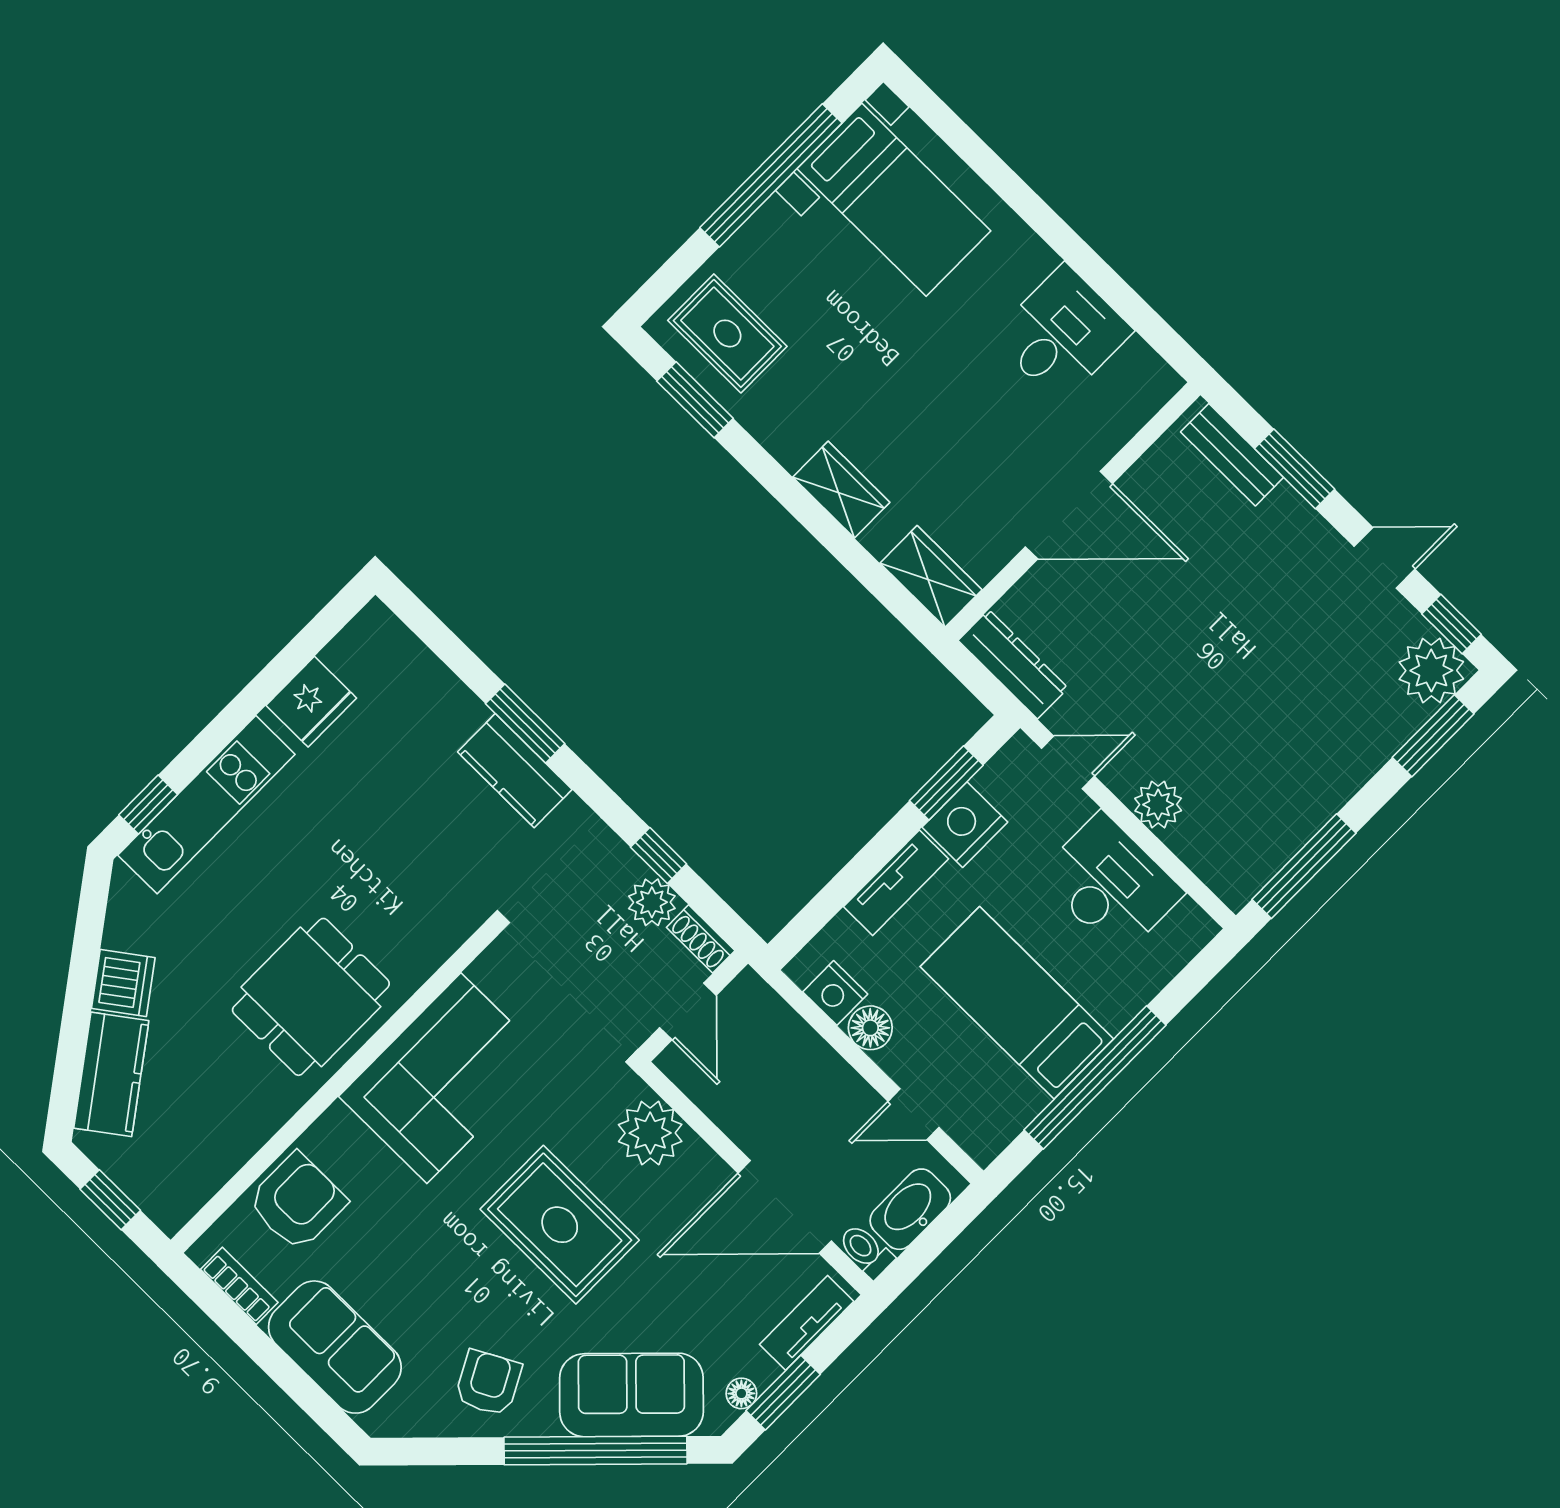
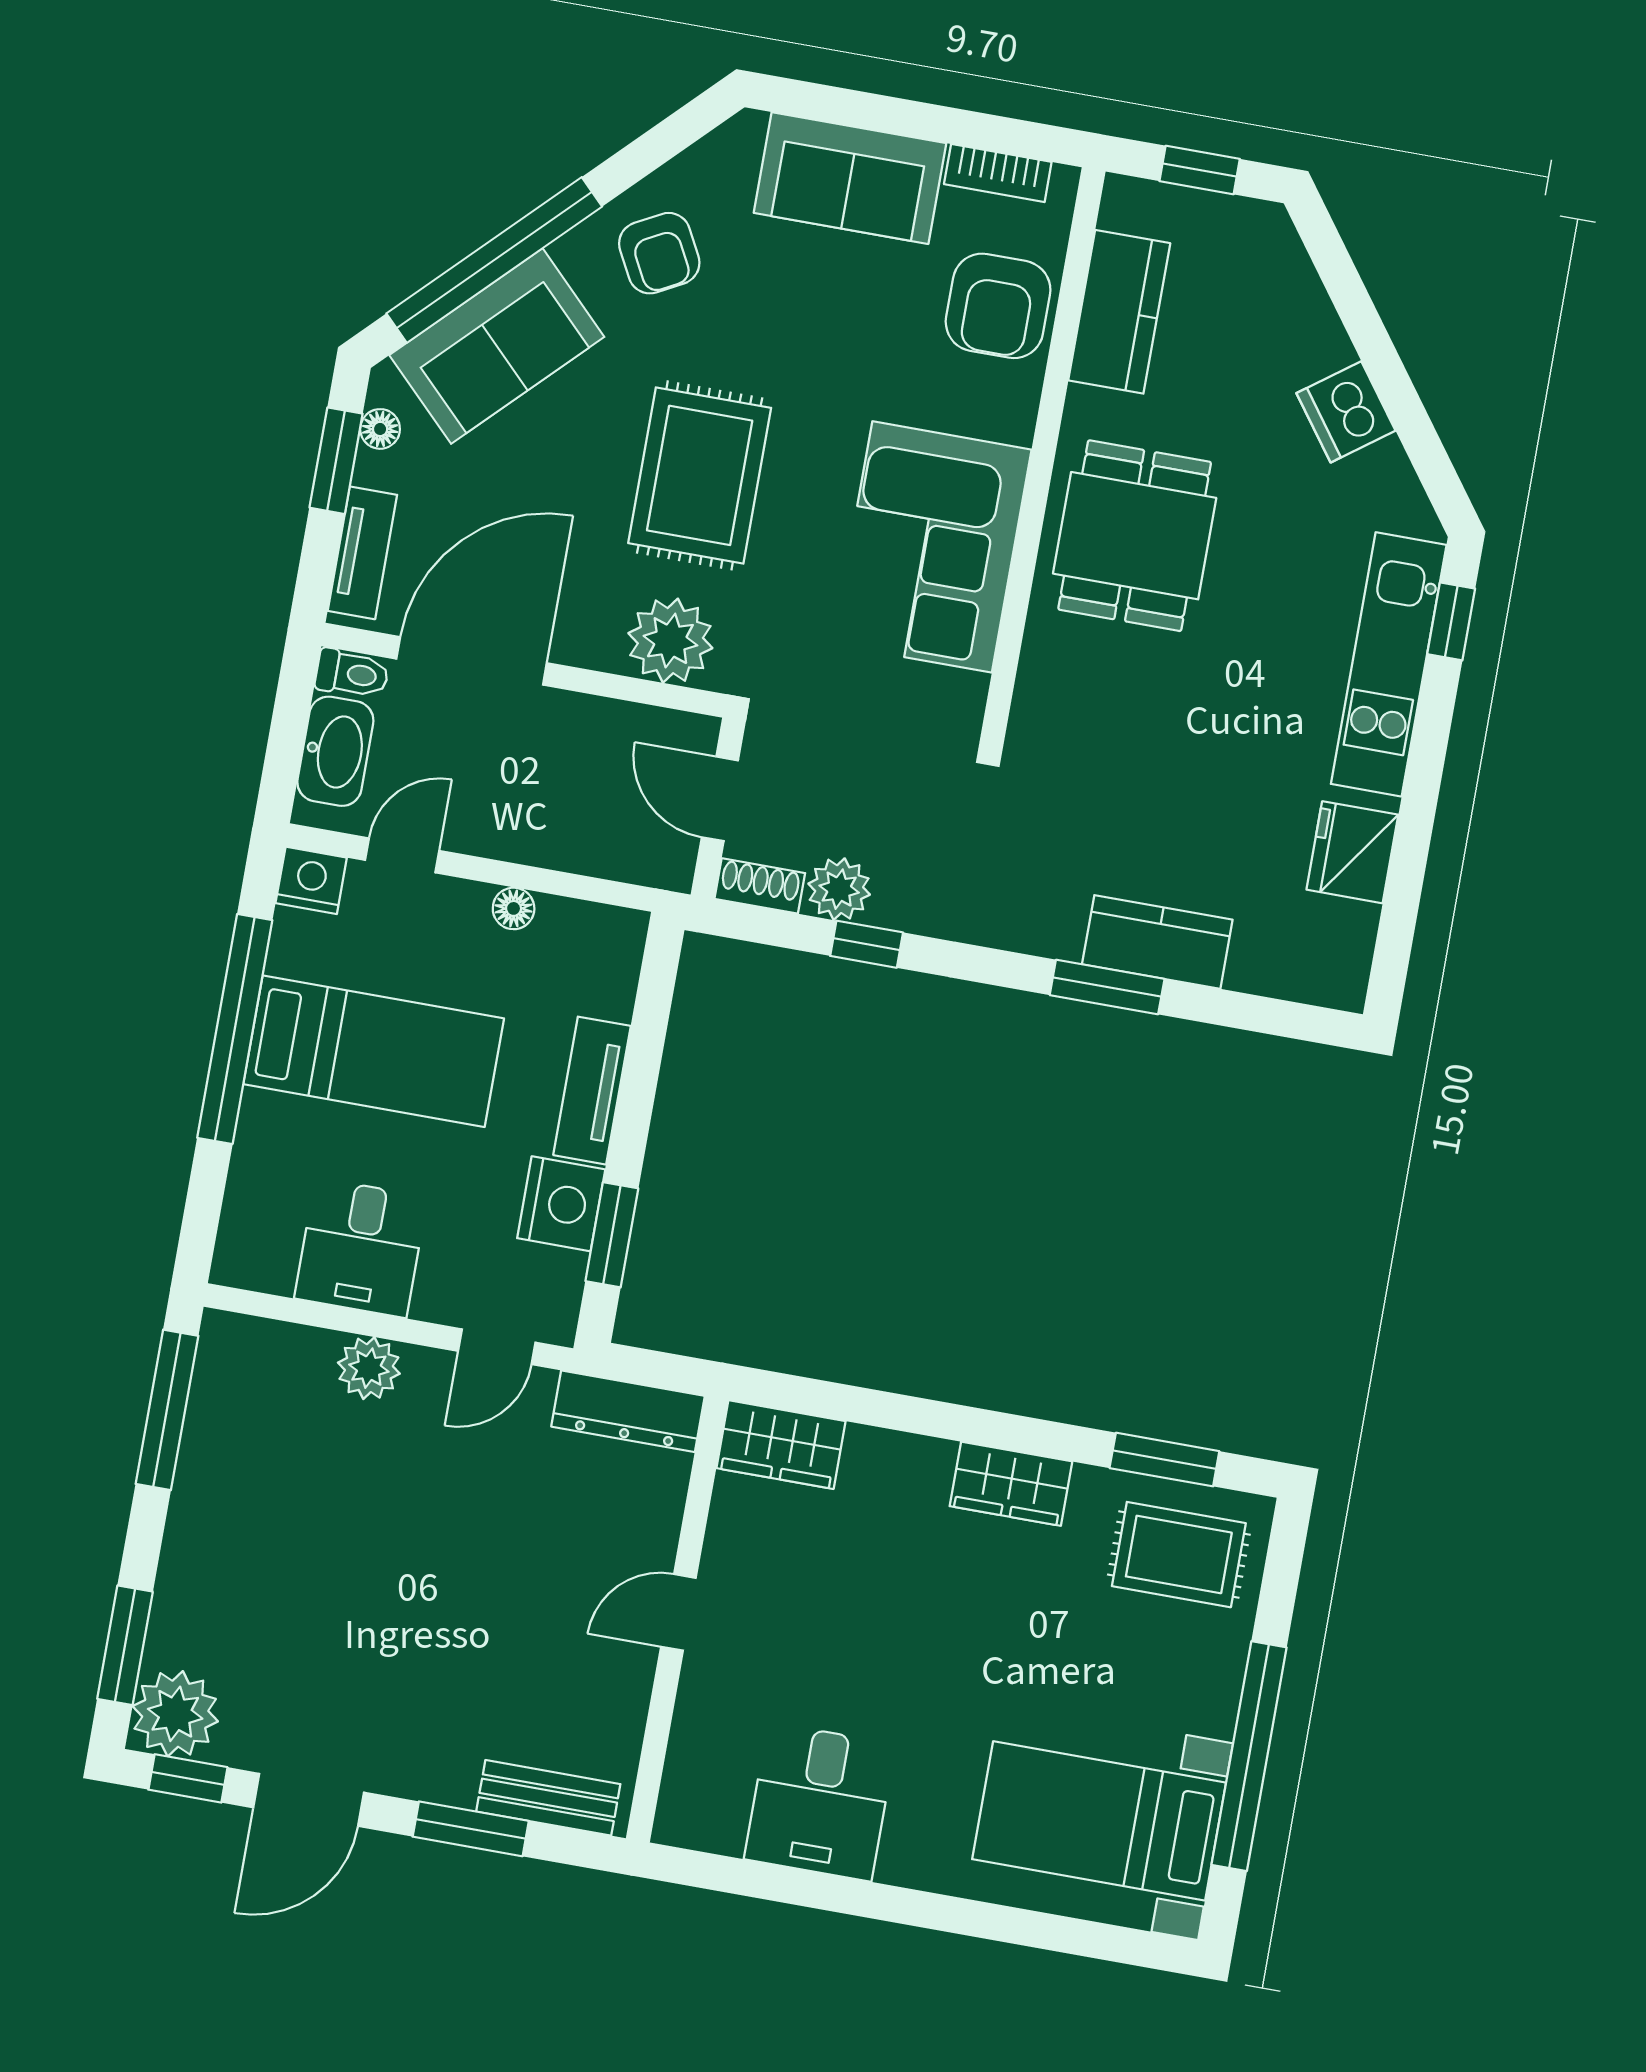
wardrobe: (841, 490) -> (1011, 1484), moved
door: (1069, 515) -> (678, 1612), width x0.53
door: (1385, 558) -> (309, 1800), width x1.38
kitchen counter: (515, 771) -> (1157, 942), moved
desk: (1111, 884) -> (361, 1248), width x0.73
nightstand: (835, 993) -> (311, 880), moved
floor lamp: (870, 1028) -> (514, 908), width x0.73, depth x0.73
kitchen counter: (111, 1074) -> (1119, 312), moved, turned -144
rug: (560, 1225) -> (700, 475), turned 90

